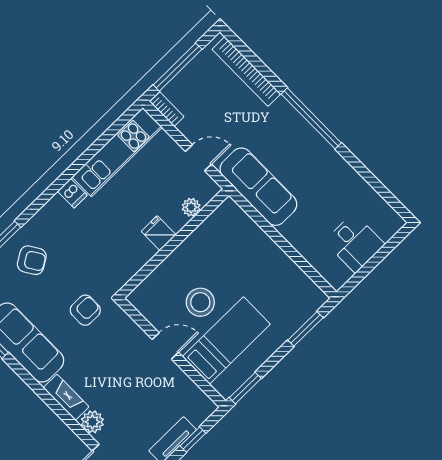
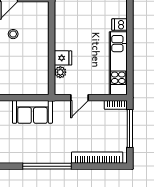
sofa: (258, 187) -> (32, 112), width x0.73
fridge: (159, 233) -> (63, 58), moved
stool: (200, 302) -> (13, 34), width x0.53, depth x0.53

